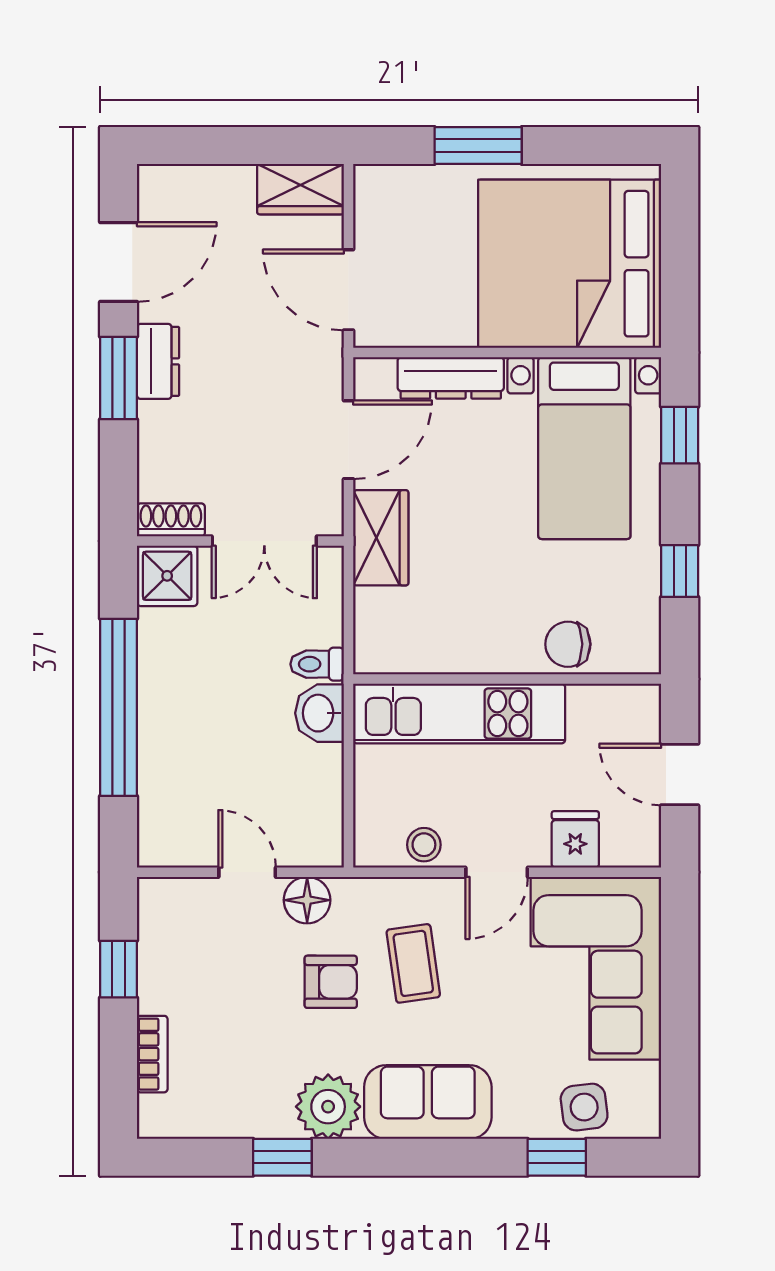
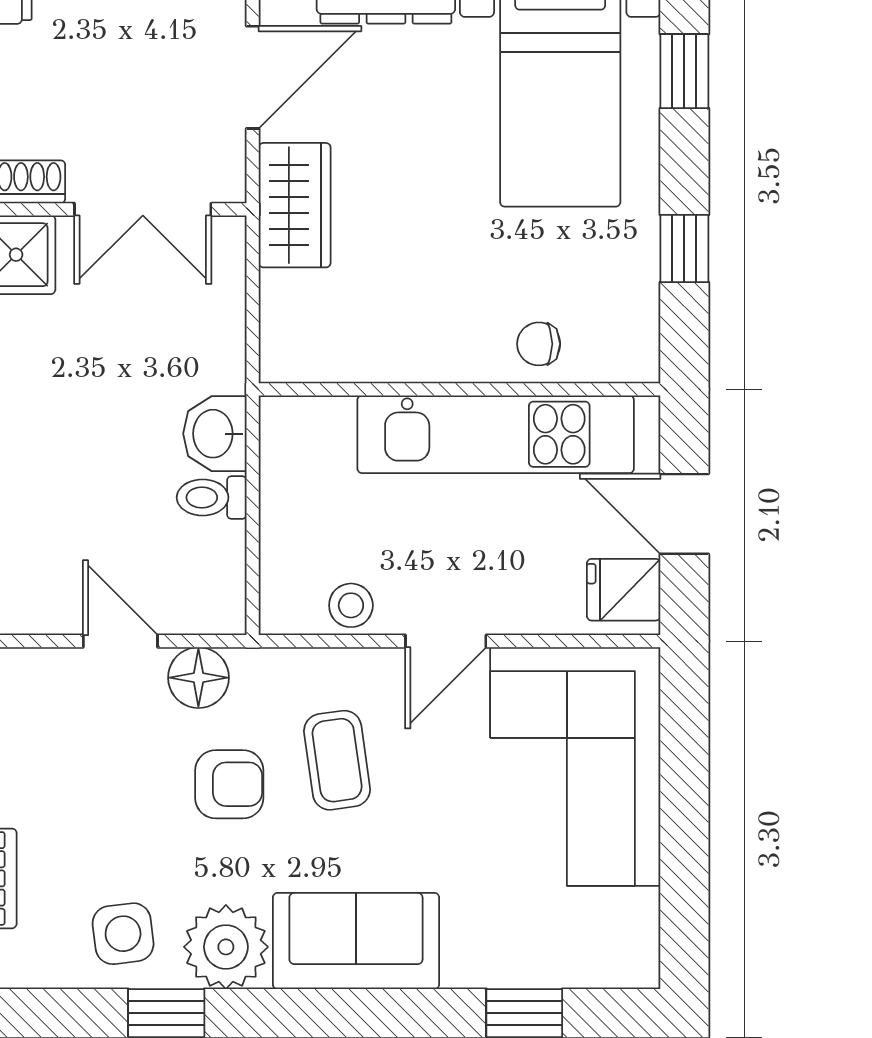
chair: (568, 644) -> (539, 344), width x0.73, depth x0.73
toilet: (317, 664) -> (212, 497), moved
kitchen unit: (459, 713) -> (496, 434), moved
fridge: (575, 839) -> (624, 590), moved, turned -90
side table: (584, 1107) -> (123, 934), moved

